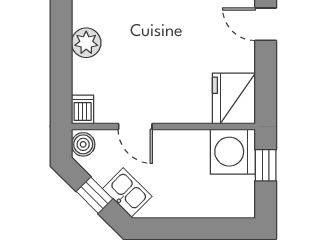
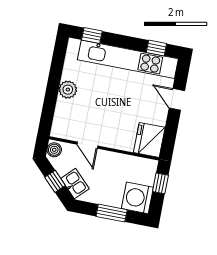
dishwasher: (83, 110) -> (58, 129), removed
washing machine: (233, 152) -> (137, 198), moved
window: (196, 229) -> (112, 213), added

